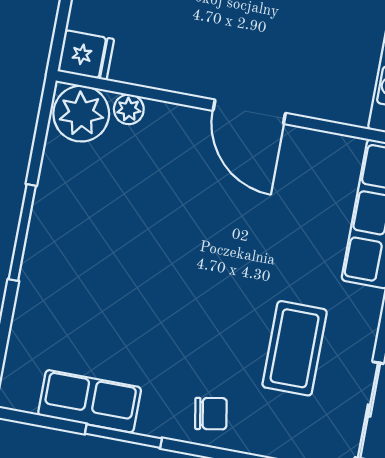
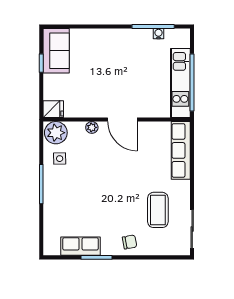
plant: (129, 109) -> (92, 127), moved
side table: (79, 178) -> (60, 159), added

